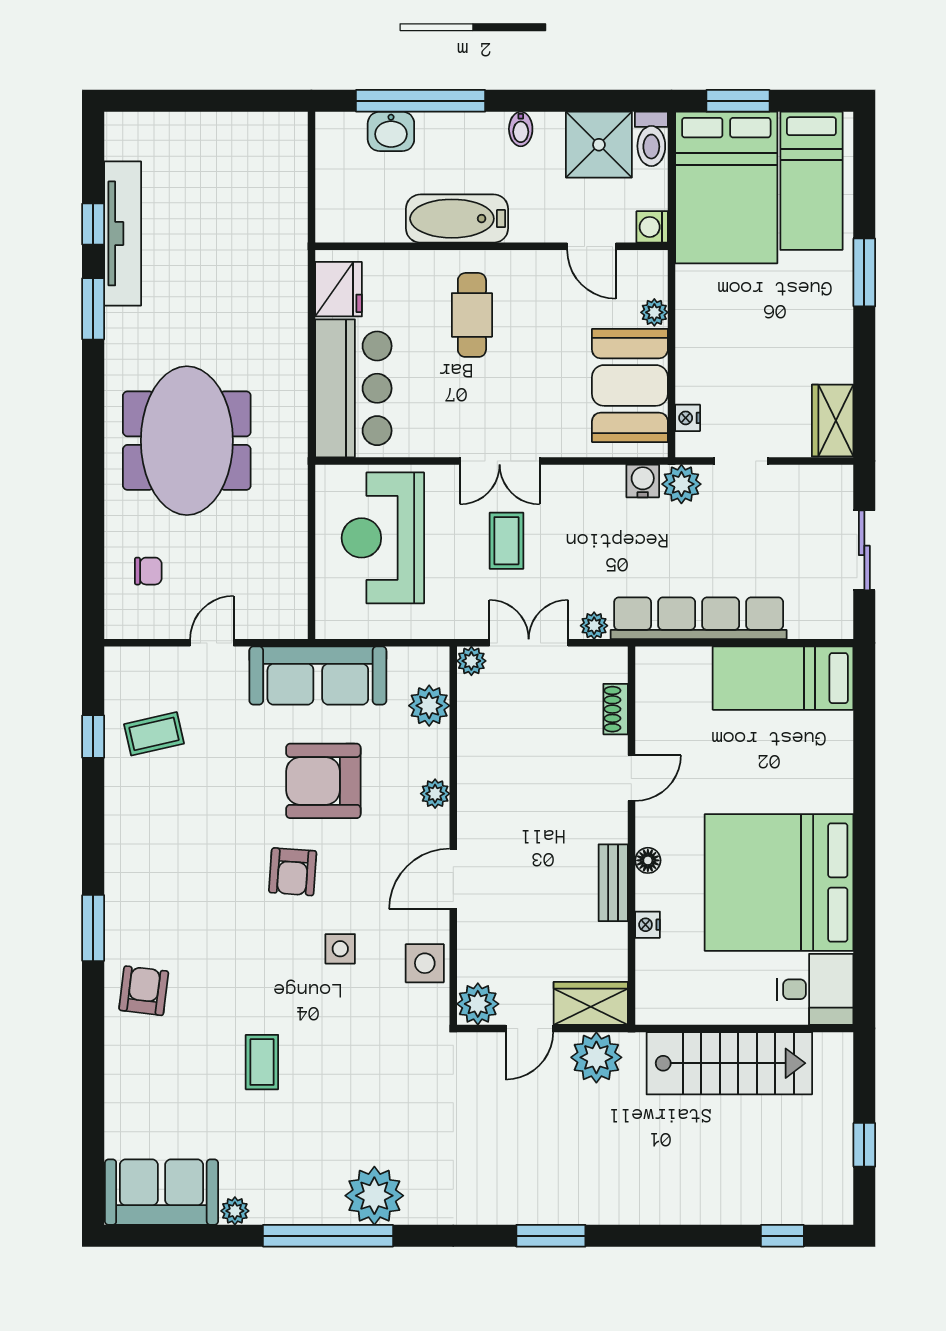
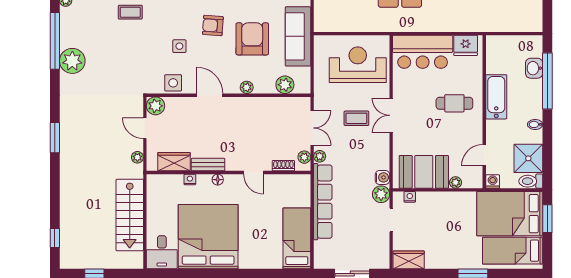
plant: (471, 661) -> (304, 157), moved
wardrobe: (591, 1003) -> (174, 162), moved, turned -90
plant: (596, 1057) -> (137, 157), width x0.53, depth x0.53

